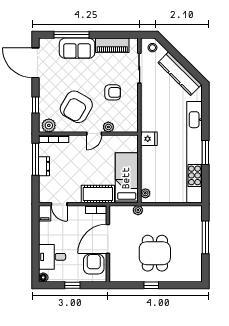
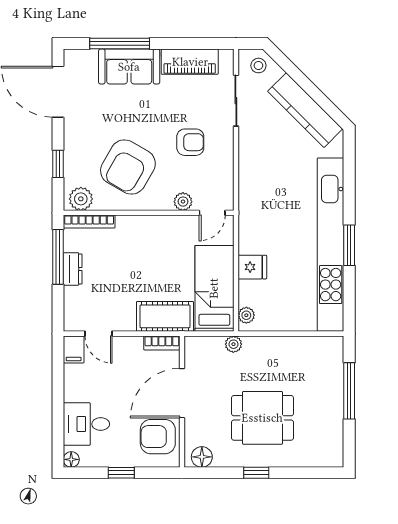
door: (94, 134) -> (212, 213), moved
fridge: (149, 139) -> (252, 267), moved
dining table: (155, 253) -> (262, 418), turned 90
armchair: (94, 264) -> (158, 437), turned -90
floor lamp: (119, 276) -> (202, 457), added

